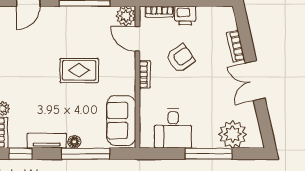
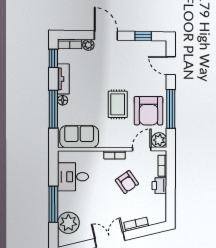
armchair: (87, 30) -> (149, 111), added

